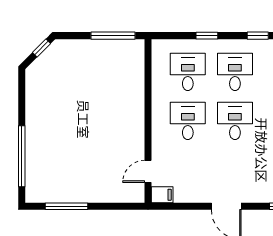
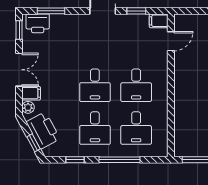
window: (207, 36) -> (119, 160), width x2.17
window: (188, 206) -> (136, 11), added

